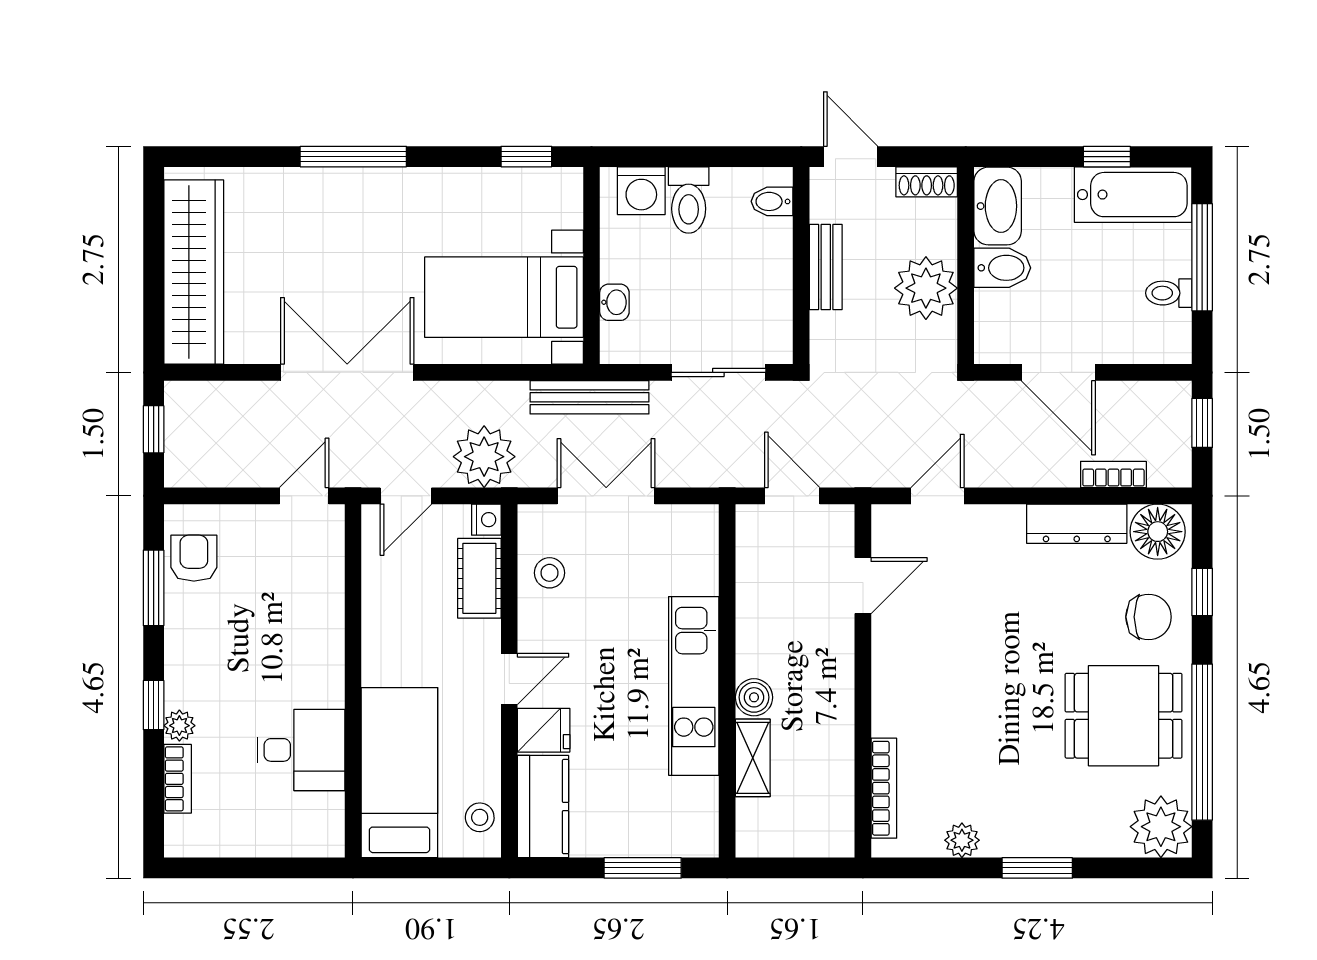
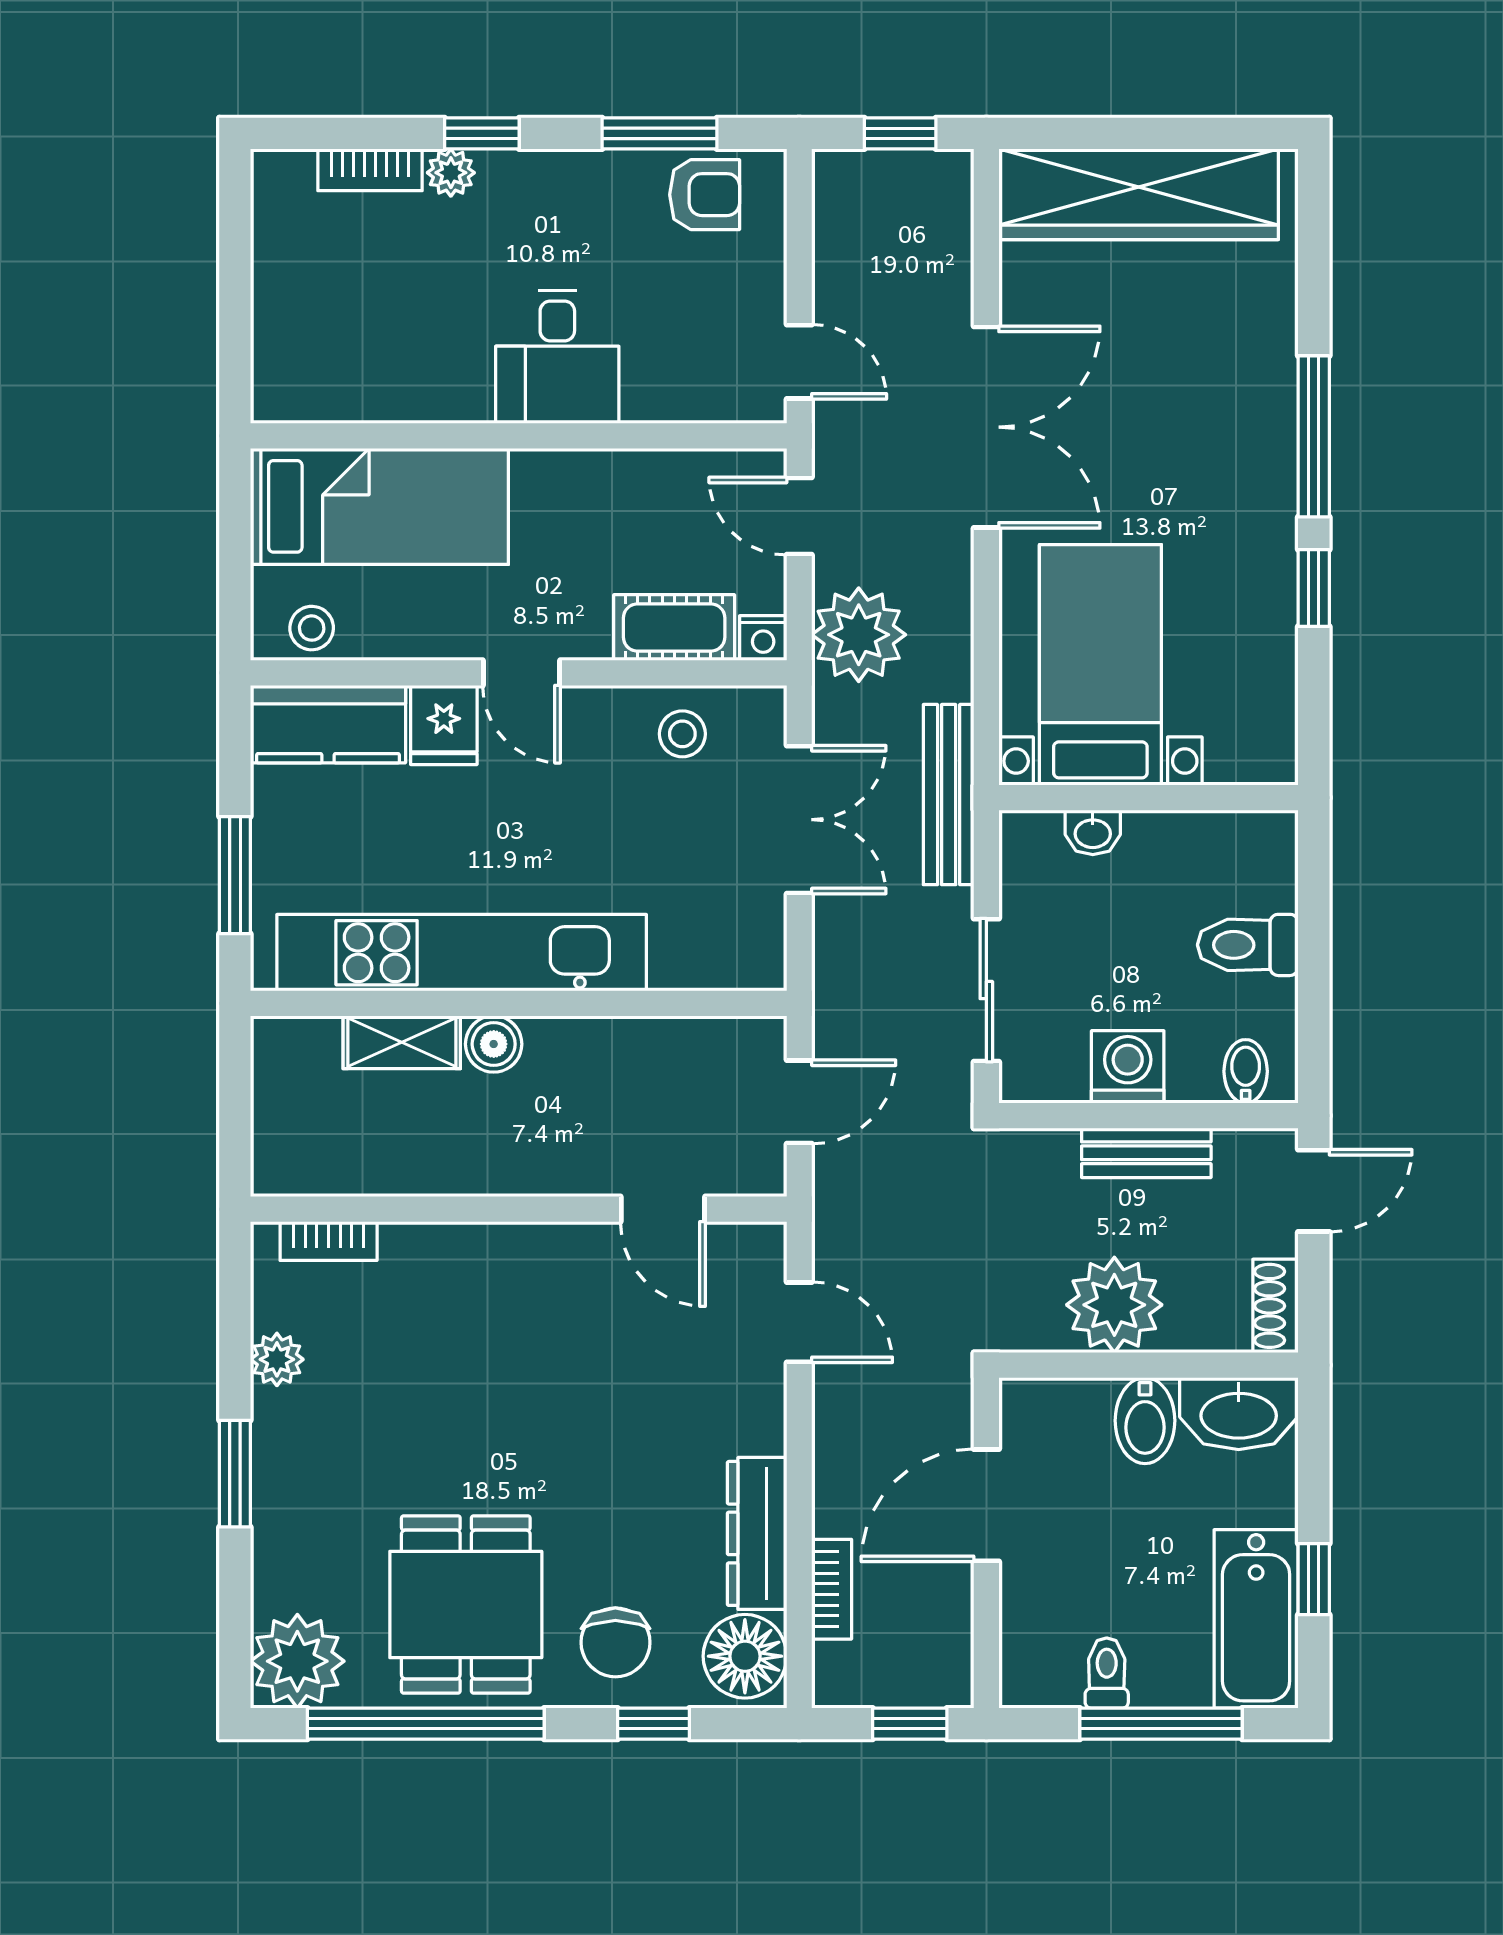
window: (526, 157) -> (1314, 588), moved
washing machine: (641, 191) -> (1128, 1067), moved, turned 90
kitchen unit: (694, 686) -> (462, 953), width x1.36
desk: (301, 750) -> (557, 357), moved
bookcase: (884, 788) -> (329, 1241), width x0.64

